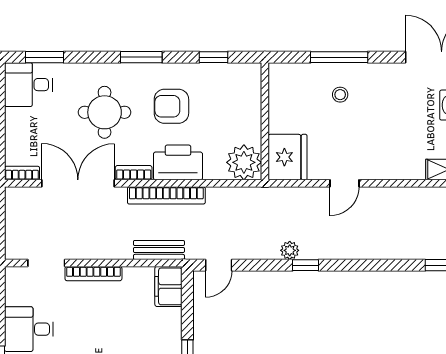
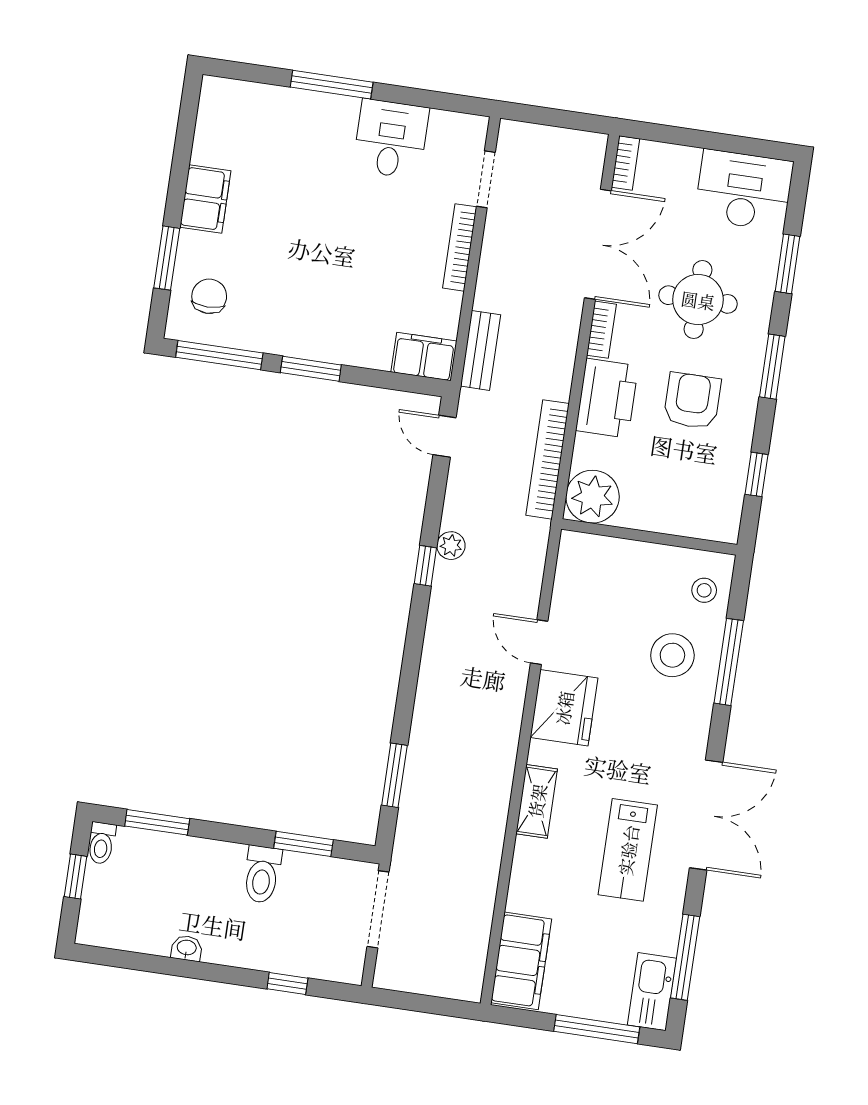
window: (44, 57) -> (788, 264), moved
stool: (294, 80) -> (704, 590), added
desk: (28, 85) -> (744, 190), width x1.37
stool: (340, 95) -> (672, 655), width x1.89, depth x1.89
fridge: (288, 157) -> (564, 708), moved, turned -90
bookcase: (166, 195) -> (548, 459), moved

